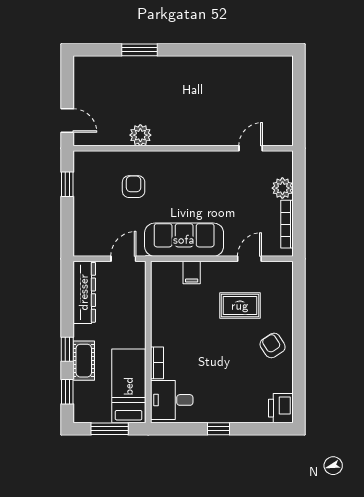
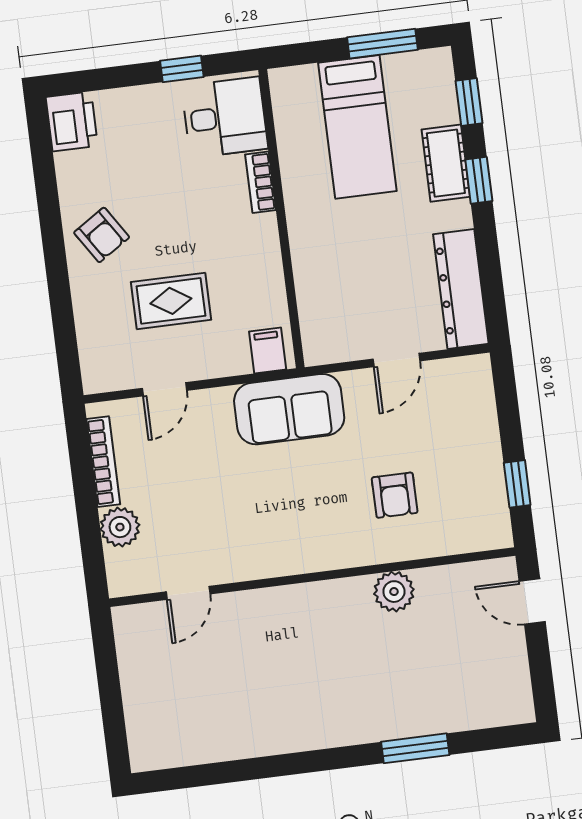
sofa: (184, 240) -> (289, 409), width x0.73
wall: (148, 342) -> (281, 219), moved
bookcase: (157, 363) -> (261, 182), moved
desk: (172, 400) -> (225, 117), moved

